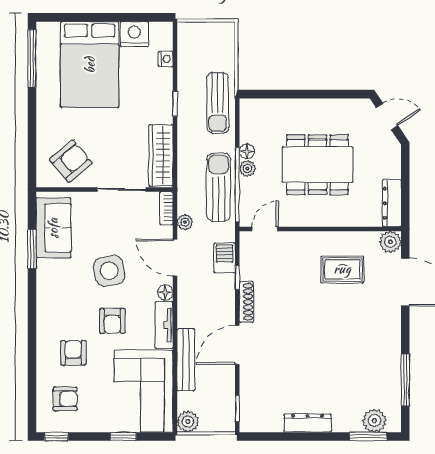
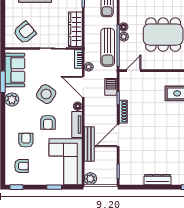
sun lounger: (219, 187) -> (108, 47), turned 180
side table: (109, 271) -> (46, 94), turned 45
plant: (48, 280) -> (12, 99), added

